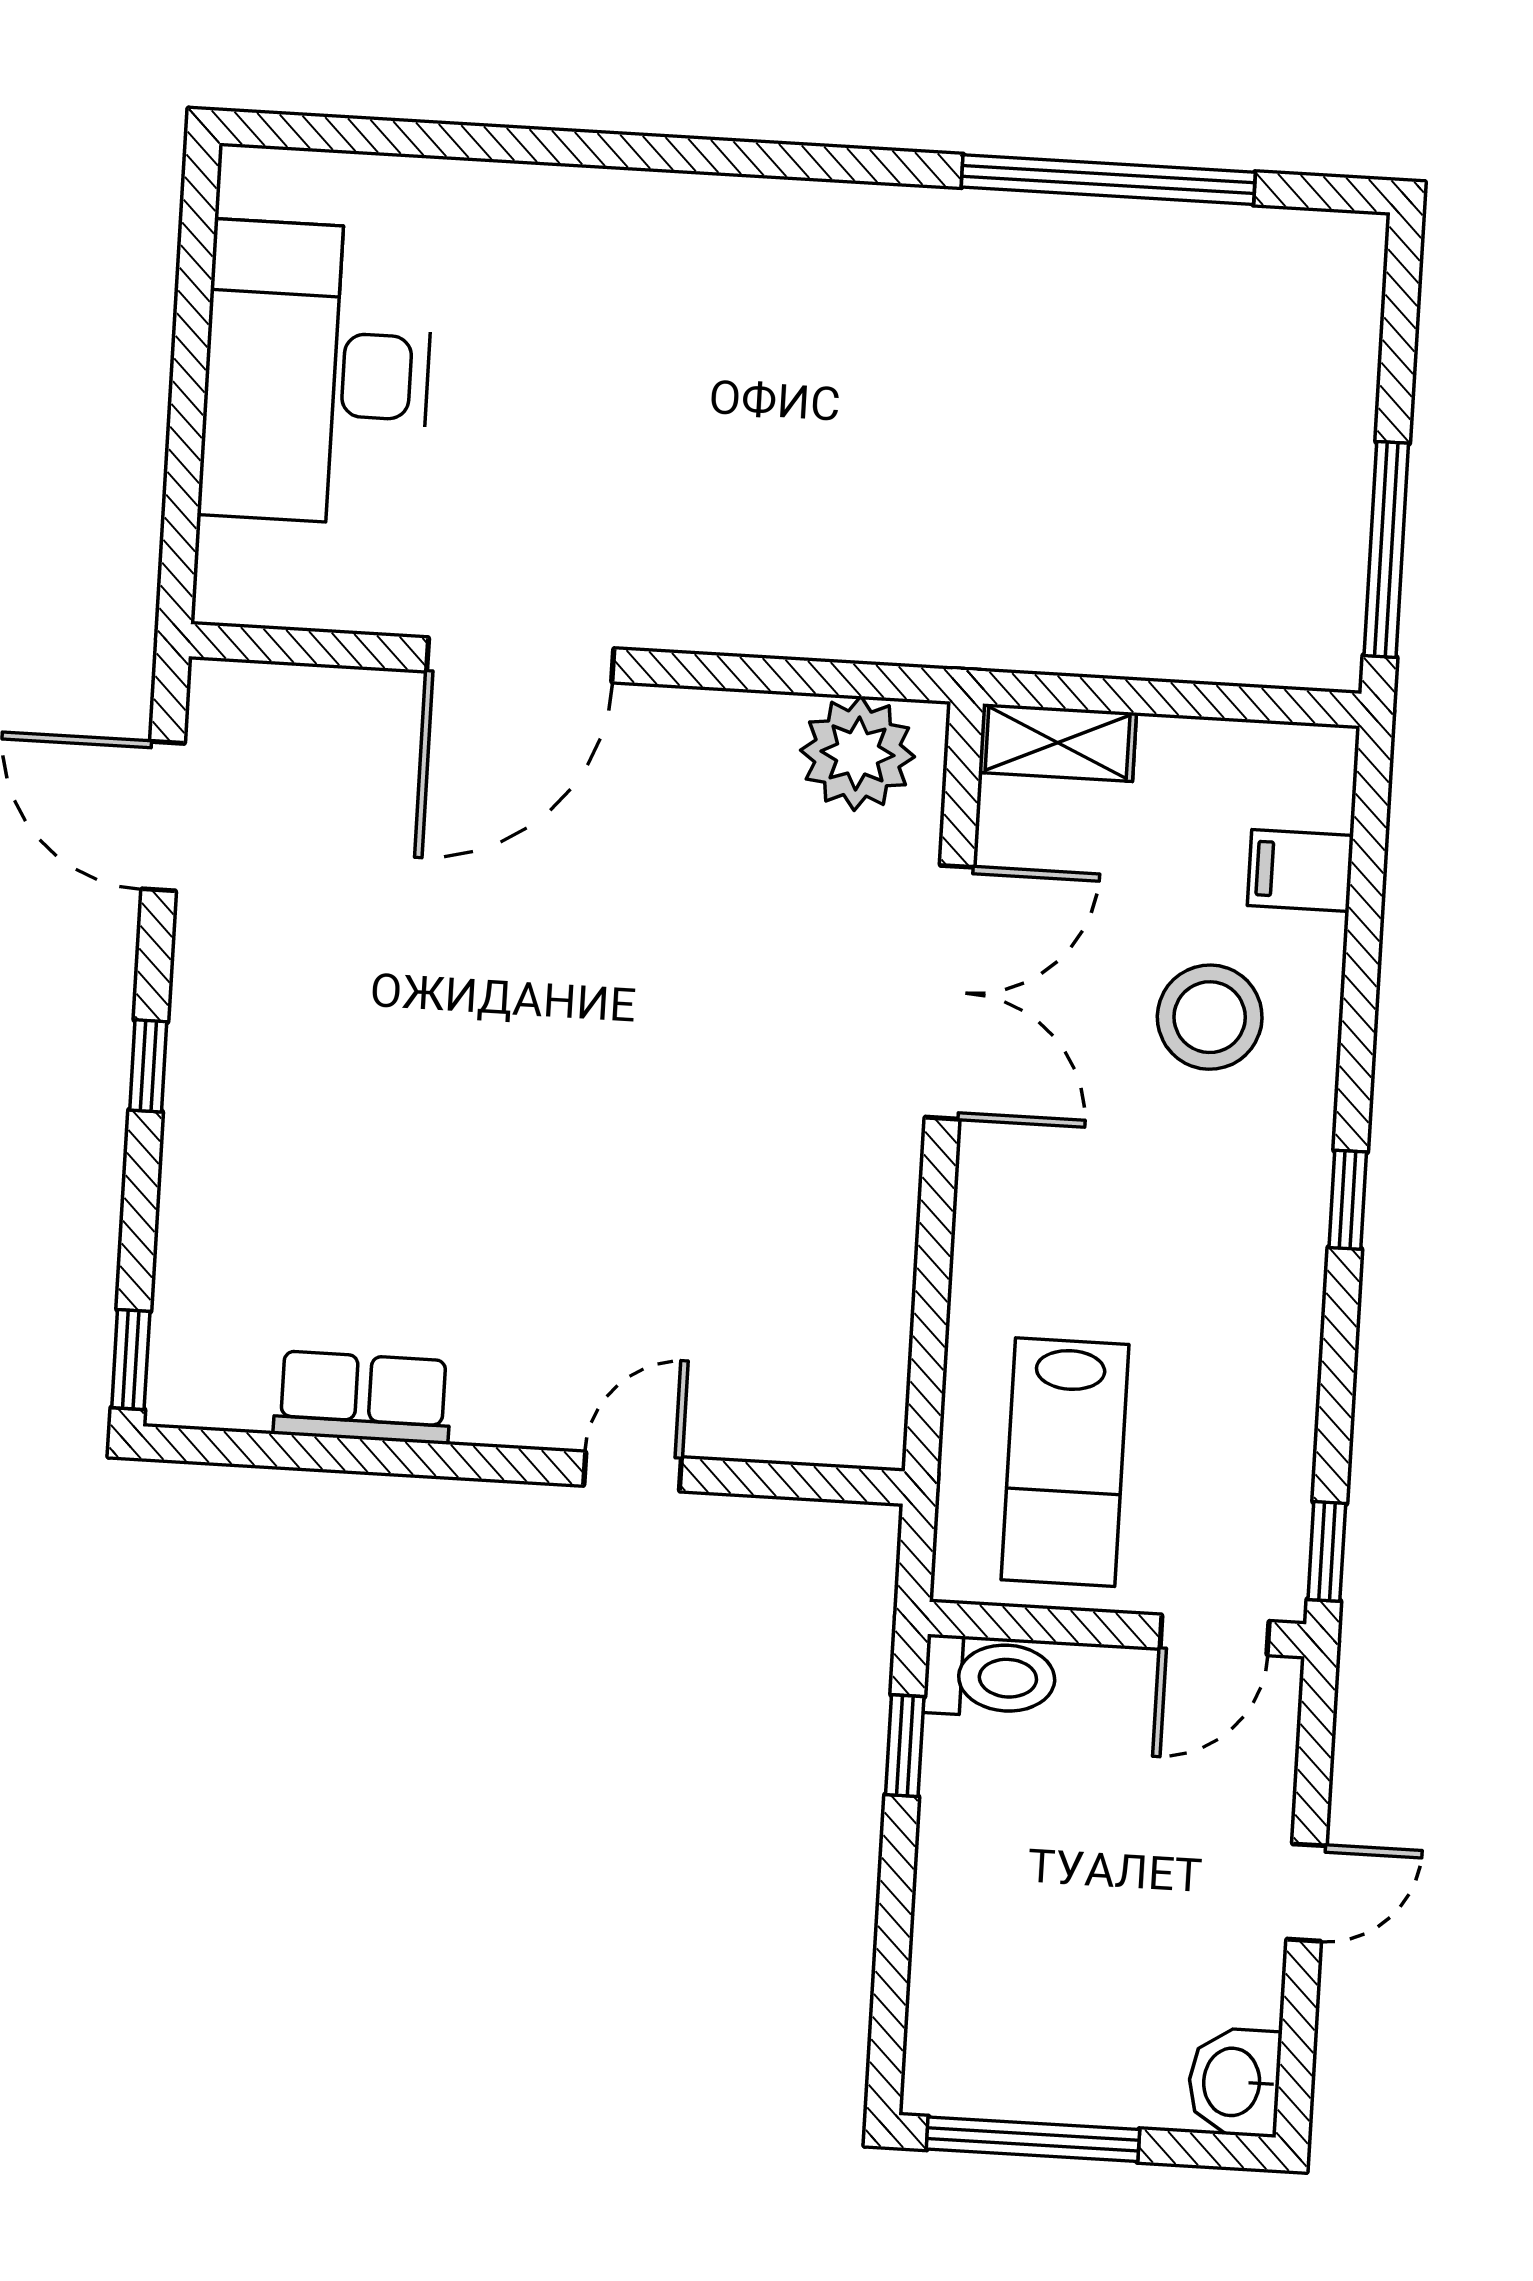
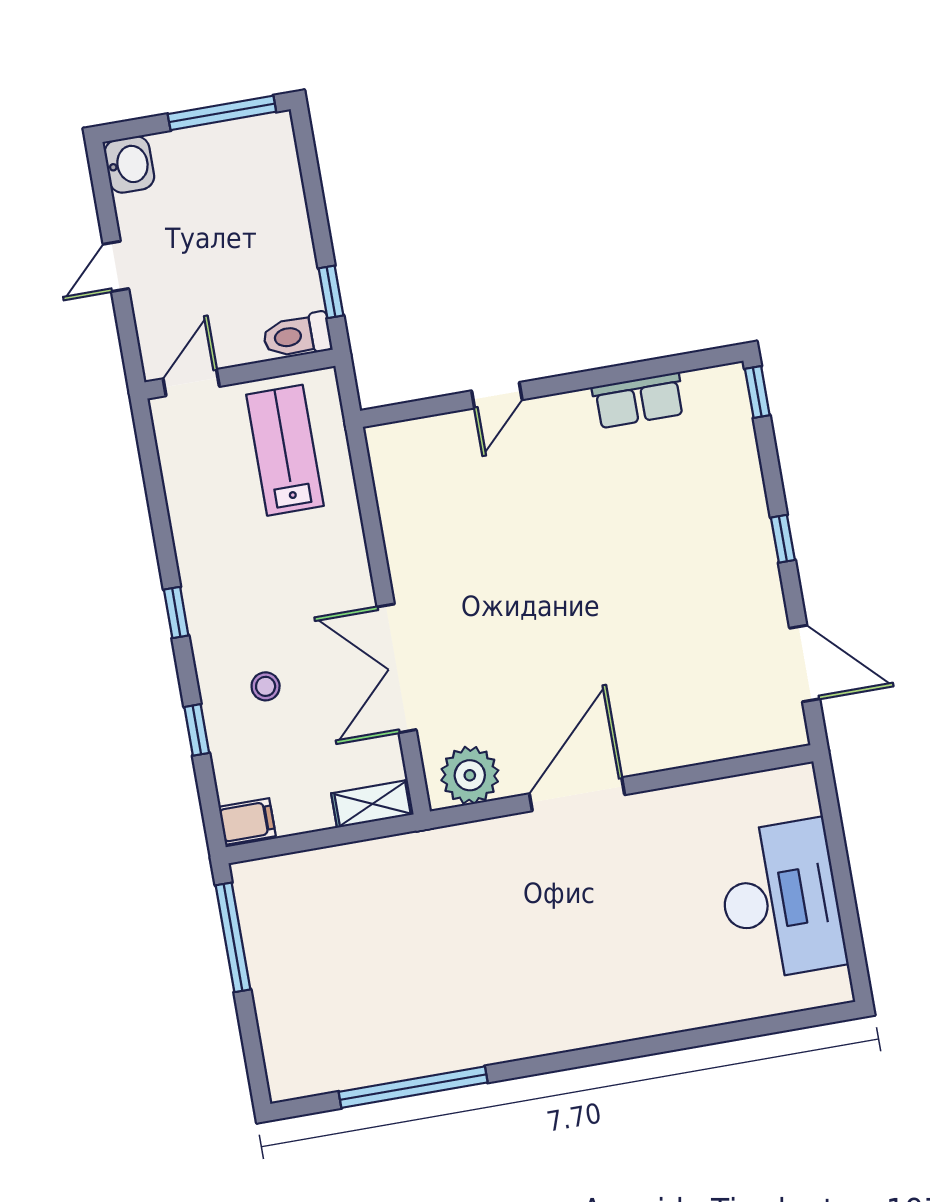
door: (520, 660) -> (577, 794), moved
filing cabinet: (1300, 871) -> (247, 822), moved
stool: (1210, 1017) -> (266, 686), width x0.53, depth x0.53
window: (1327, 1551) -> (197, 730), moved

